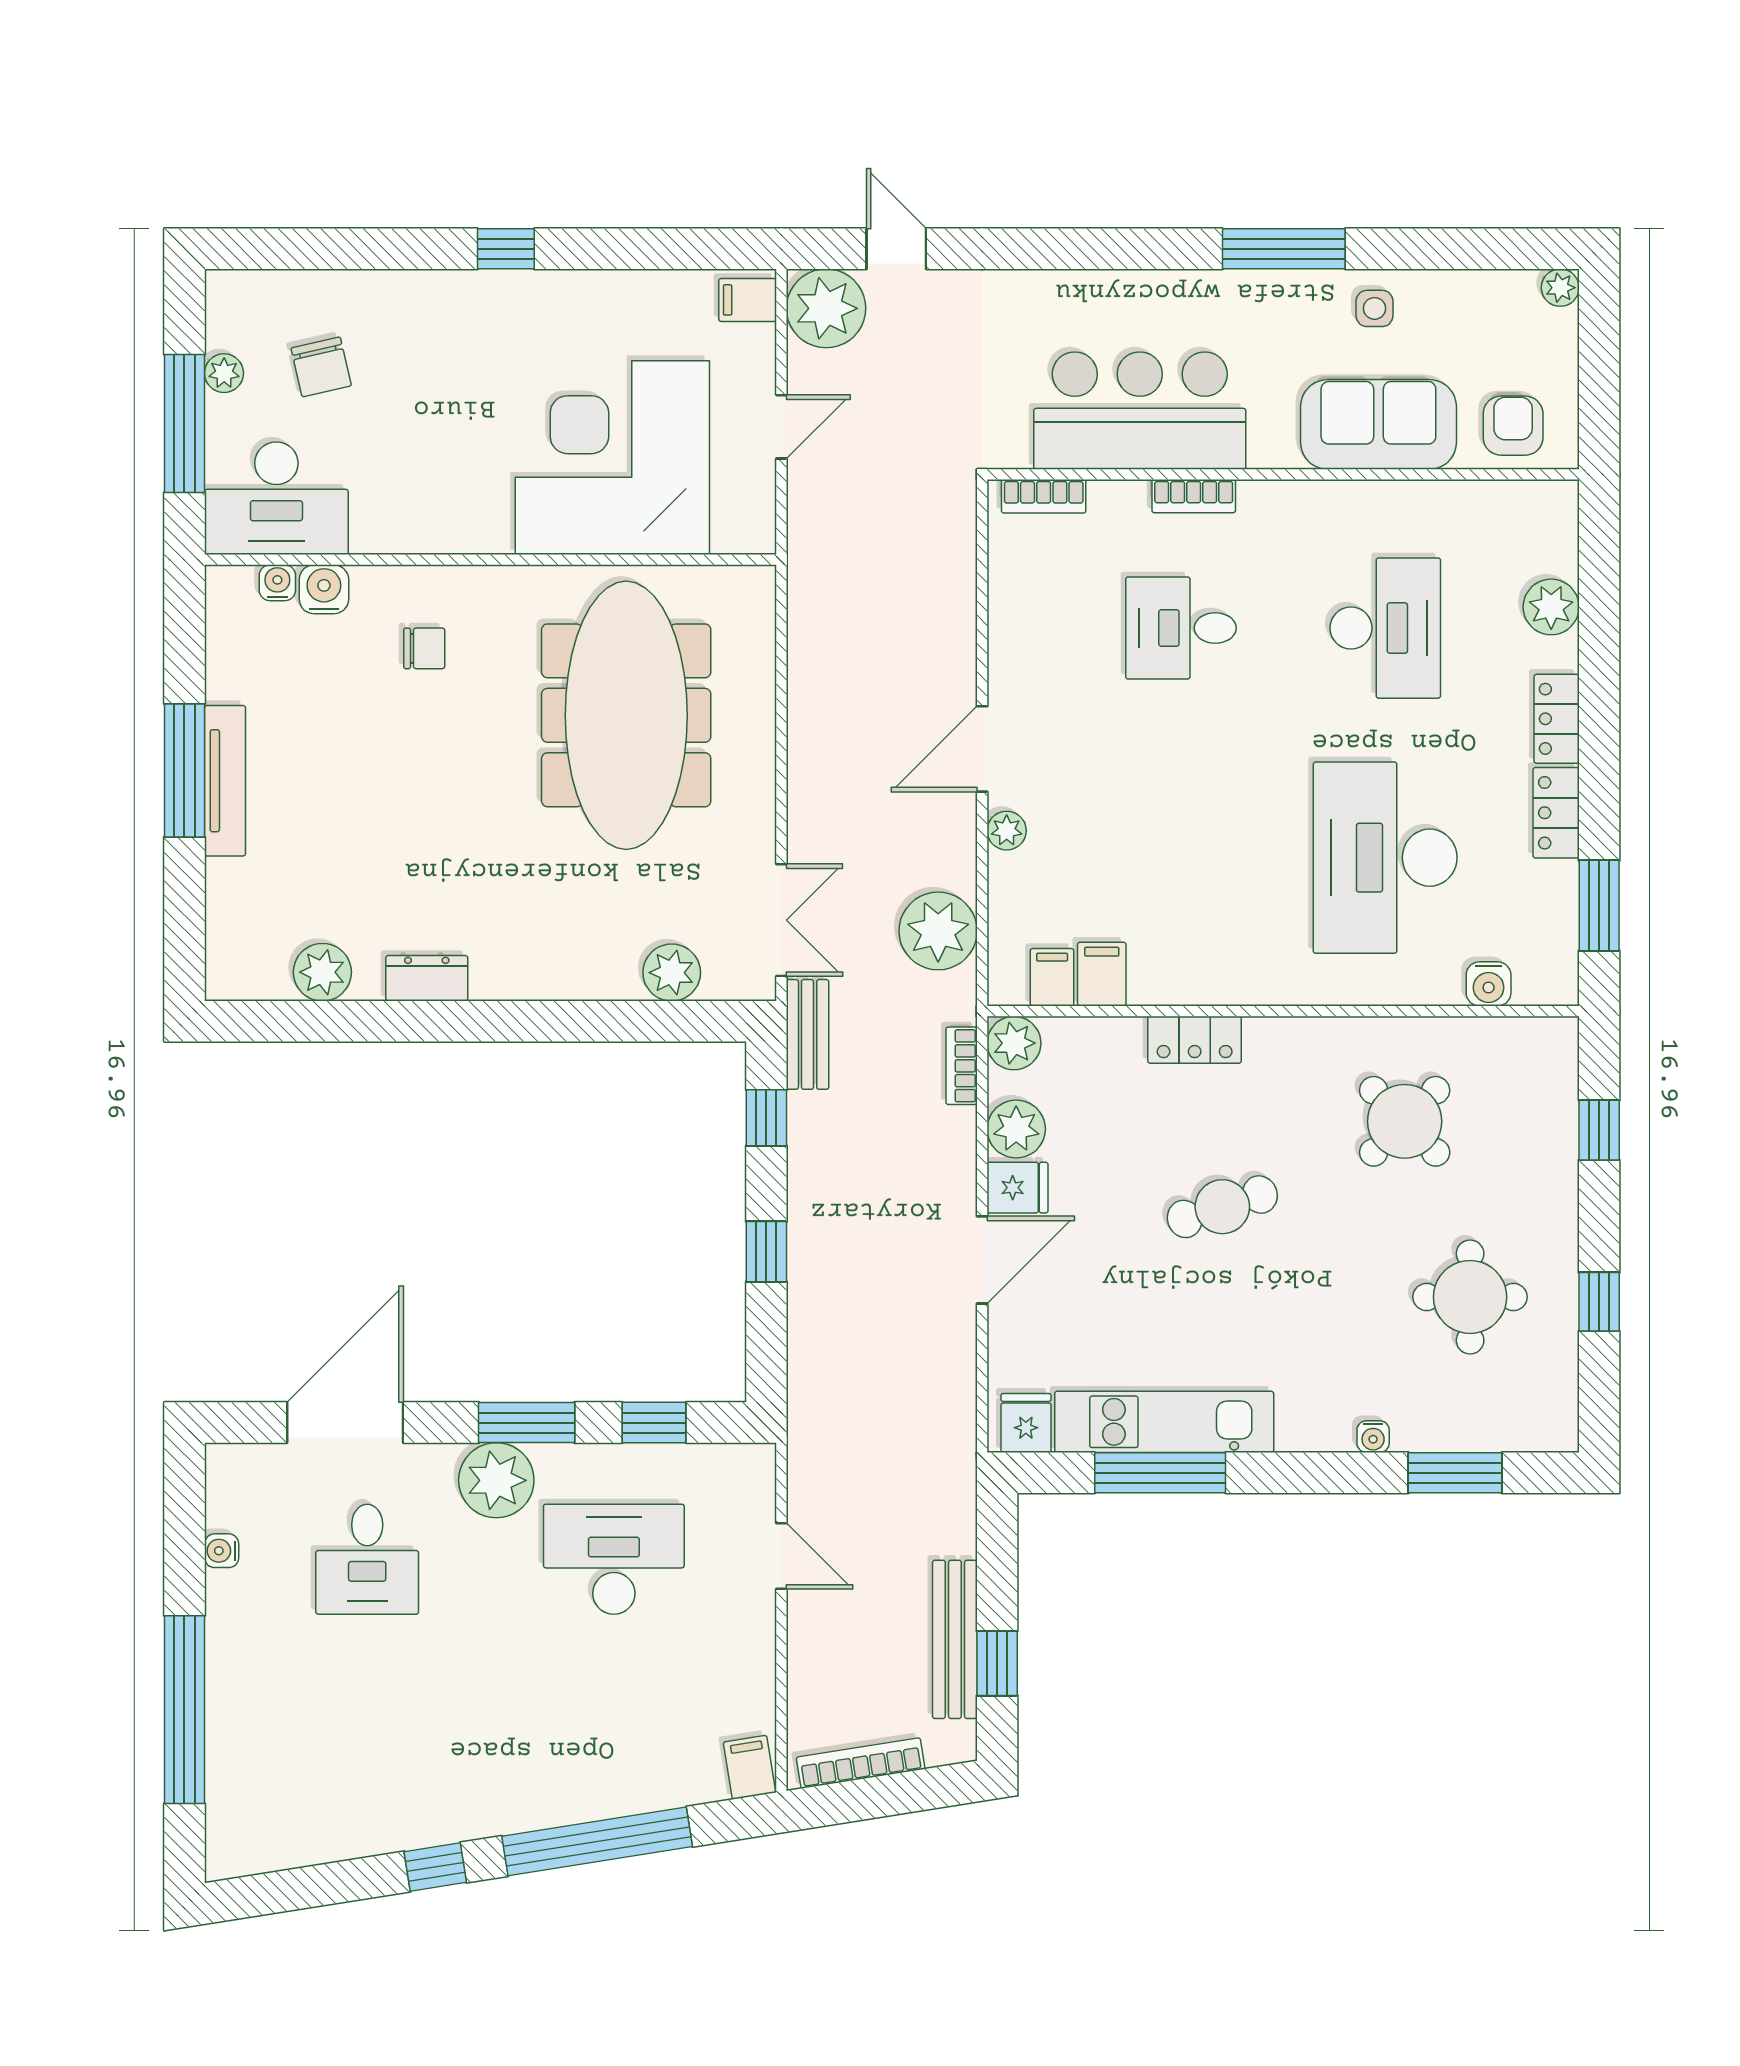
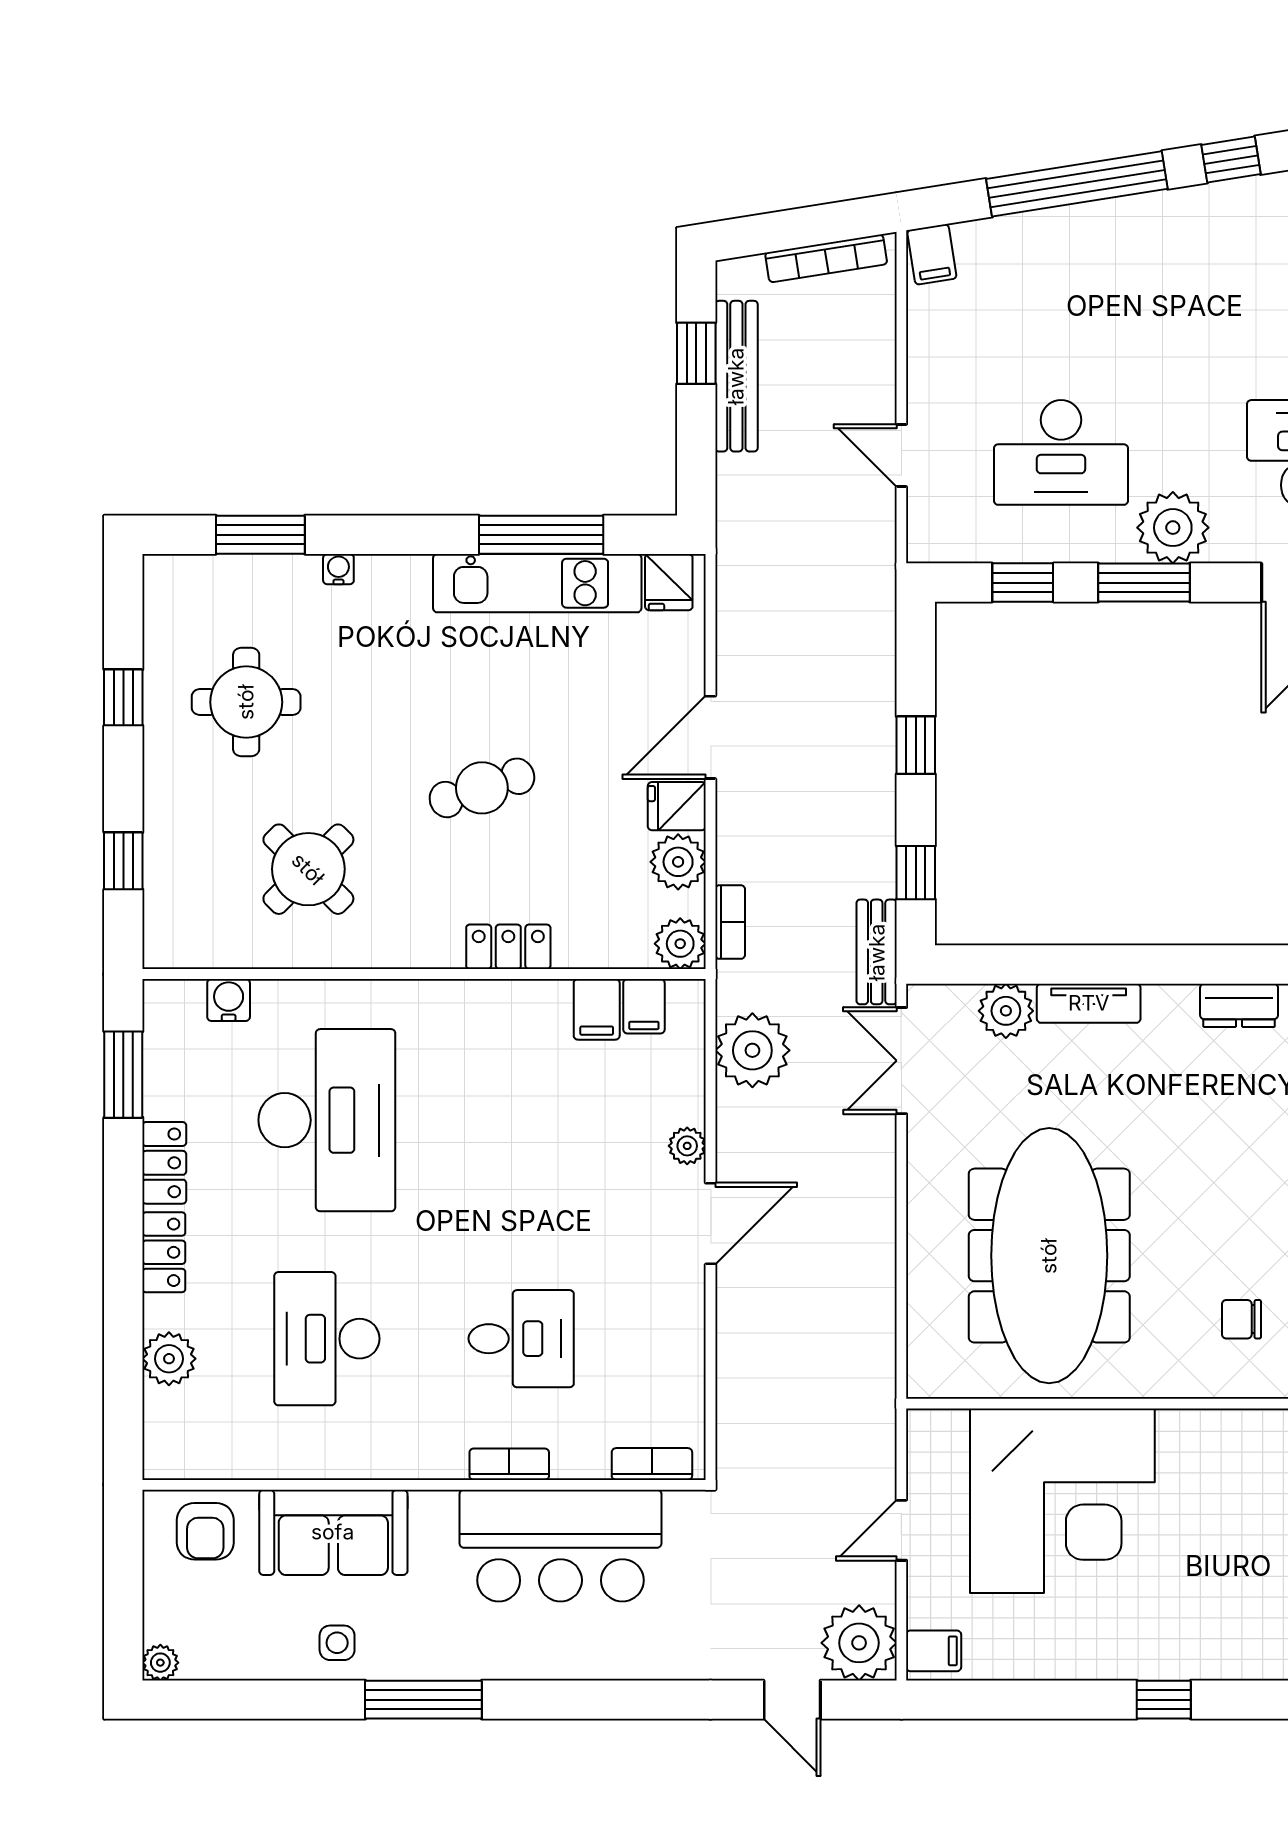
tv unit: (585, 980) -> (1089, 1003), added

